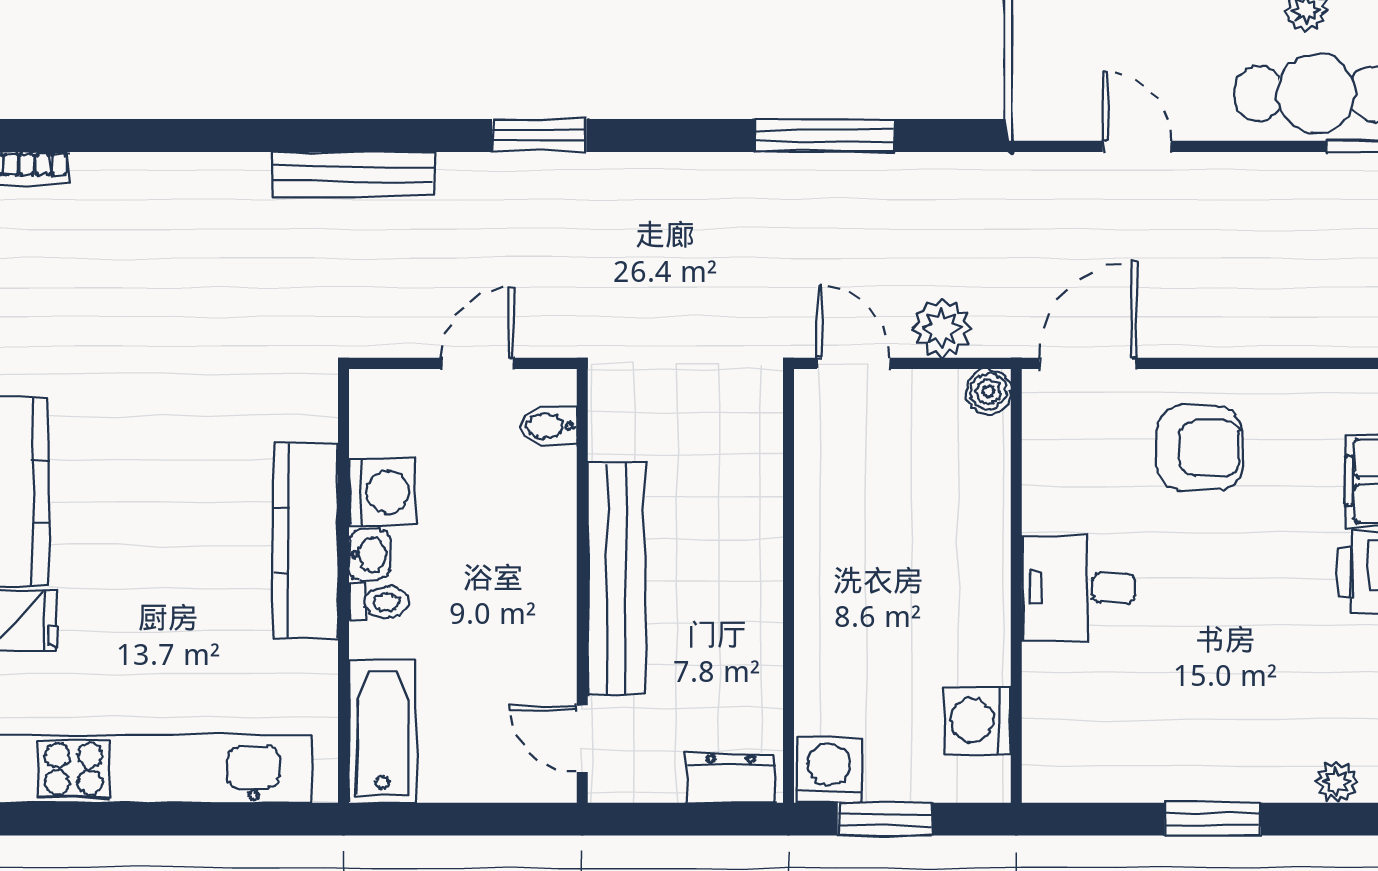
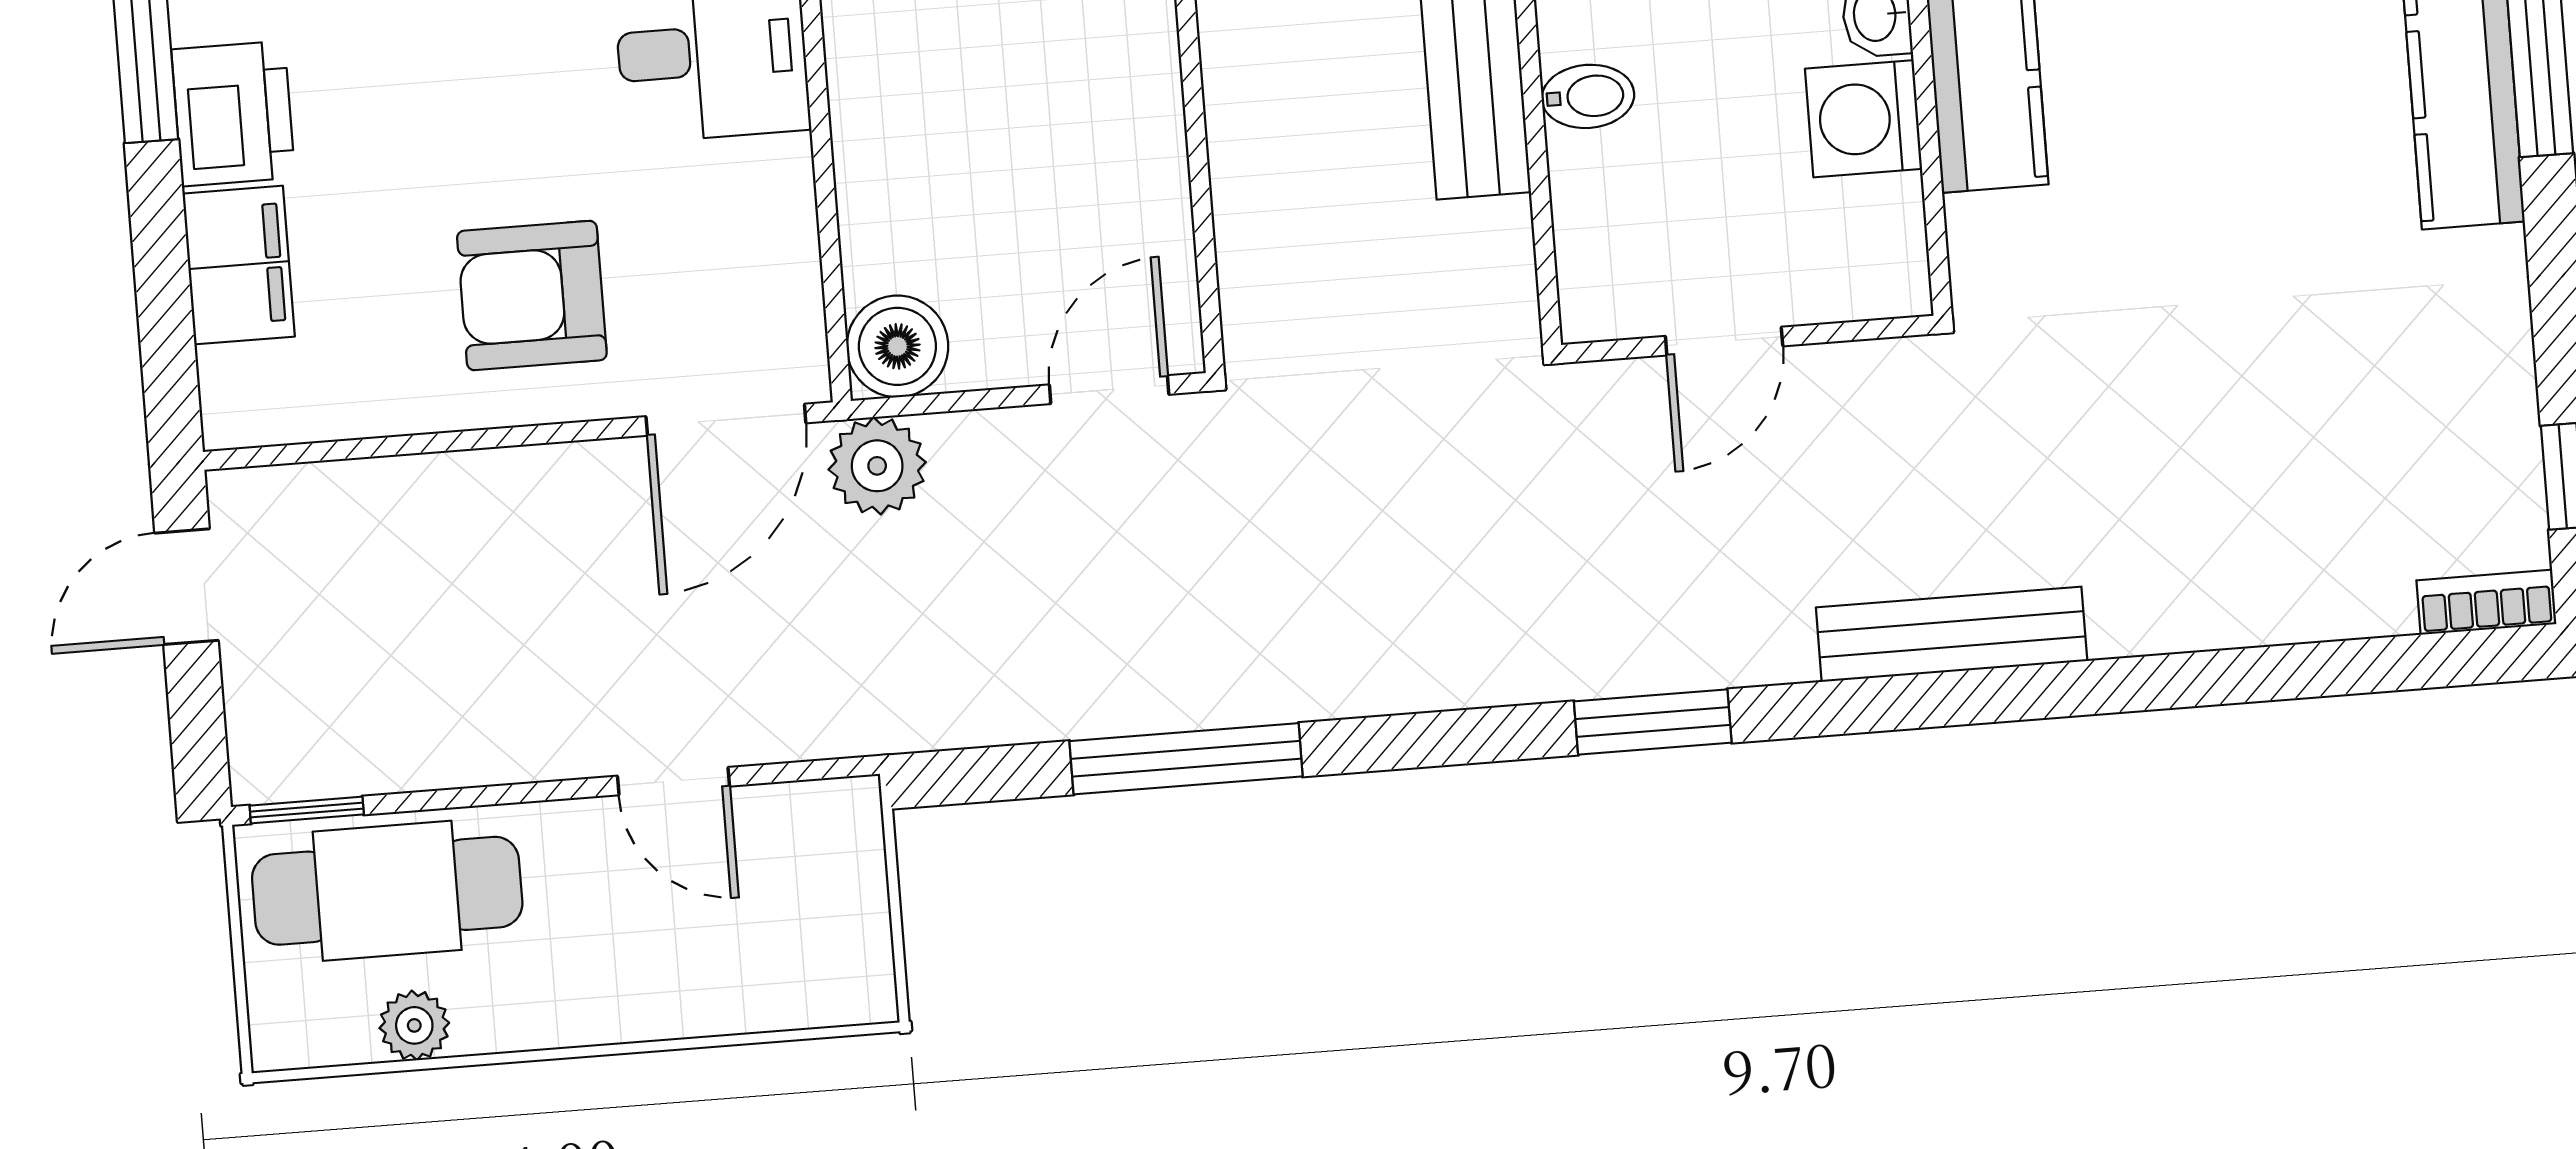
plant: (942, 328) -> (877, 466), moved
door: (853, 363) -> (1109, 390), swing flipped
boiler: (988, 391) -> (897, 346), width x1.36, depth x1.36
bidet: (549, 426) -> (1588, 96), moved

